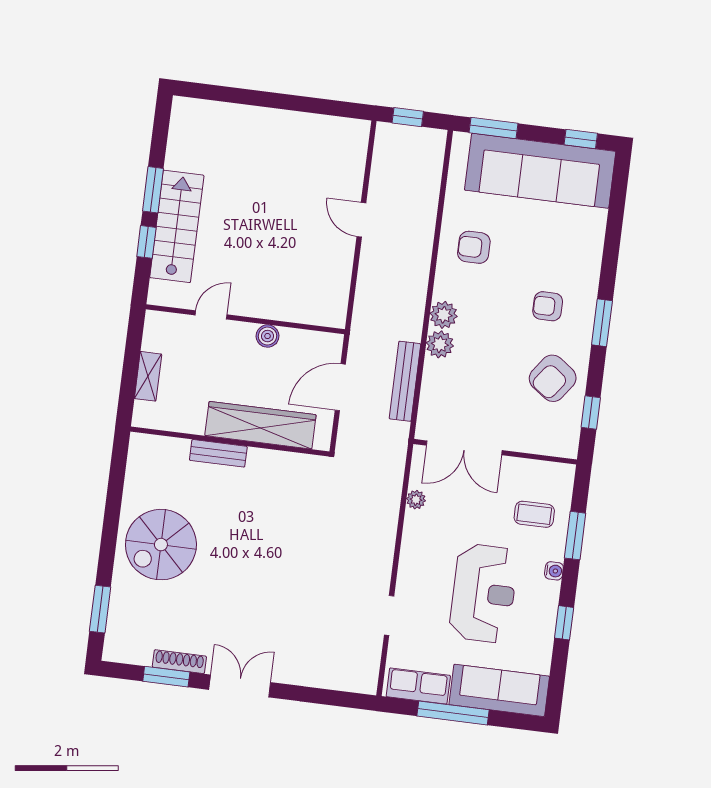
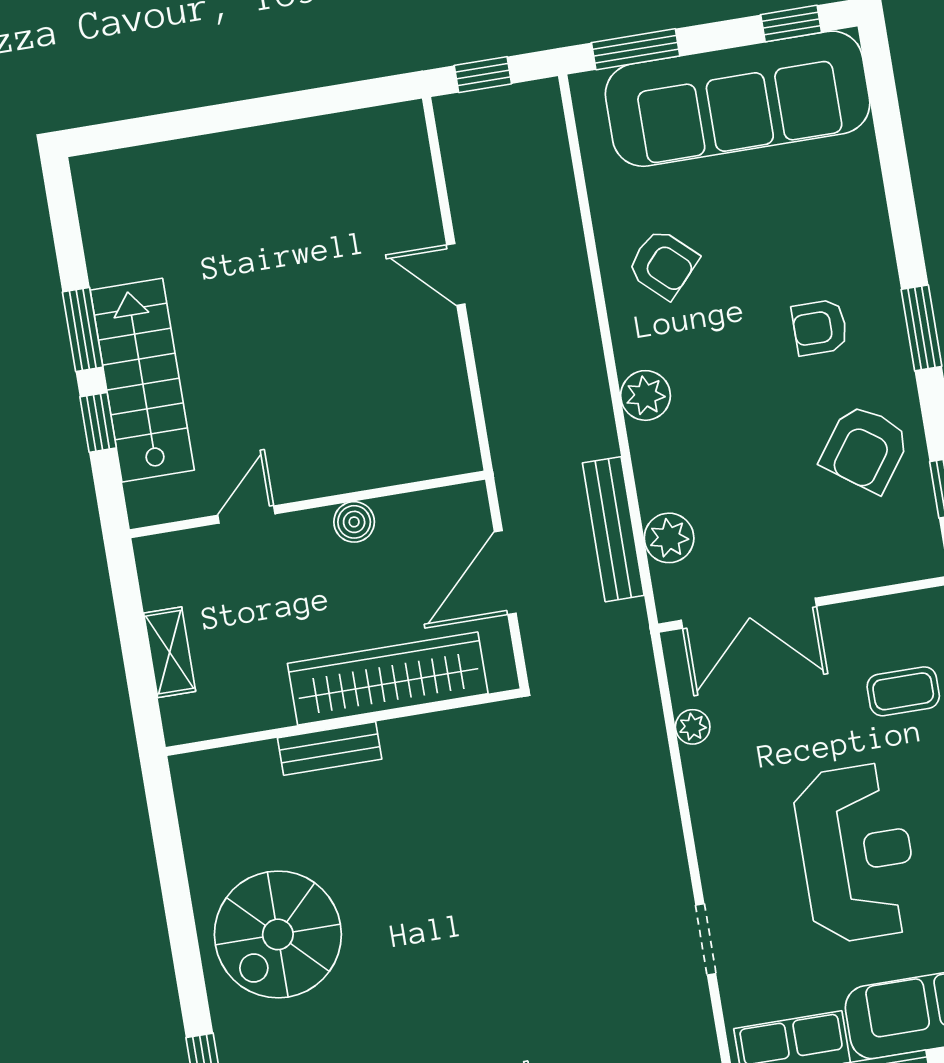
armchair: (474, 247) -> (663, 264), turned -137
plant: (440, 344) -> (669, 538), moved

